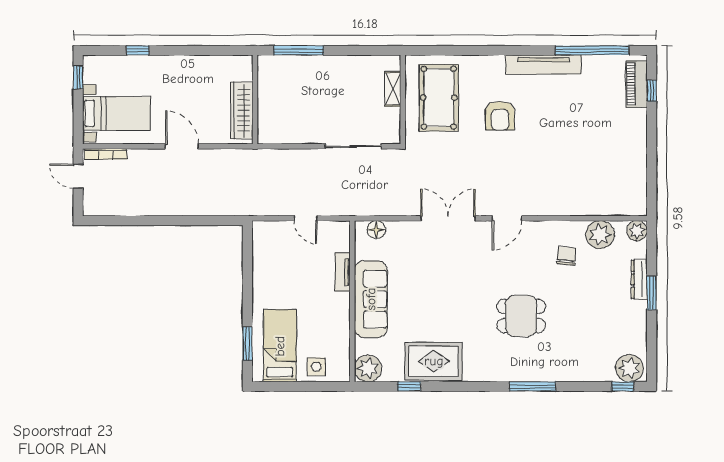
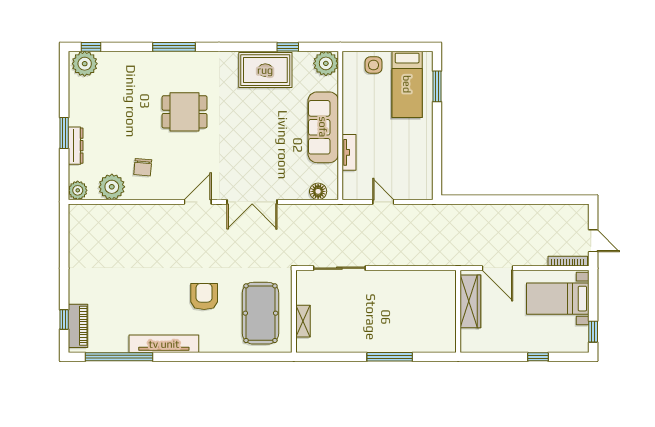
wall: (255, 100) -> (458, 311), moved
wardrobe: (242, 110) -> (470, 301), moved

